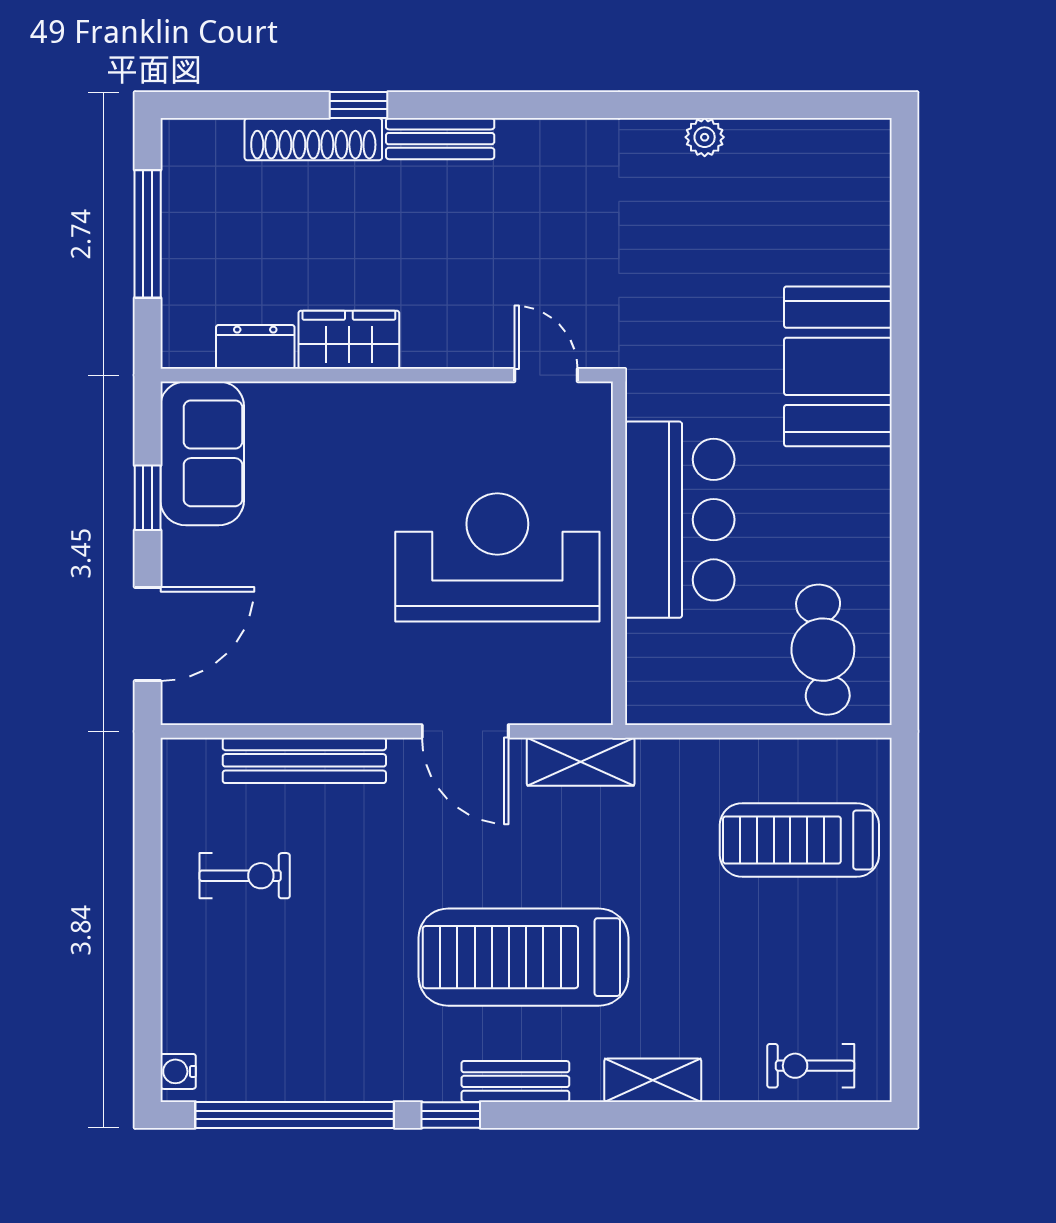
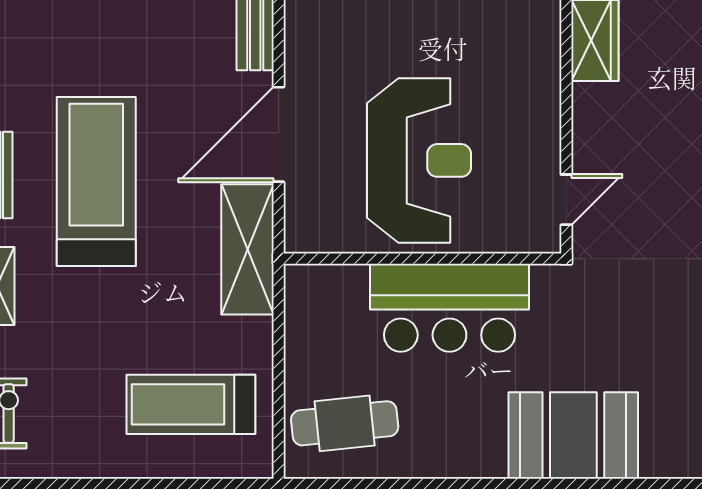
door: (465, 731) -> (279, 134), width x1.36
shelving: (581, 762) -> (248, 249), width x1.50, depth x1.33
treadmill: (799, 840) -> (191, 404), turned -90

